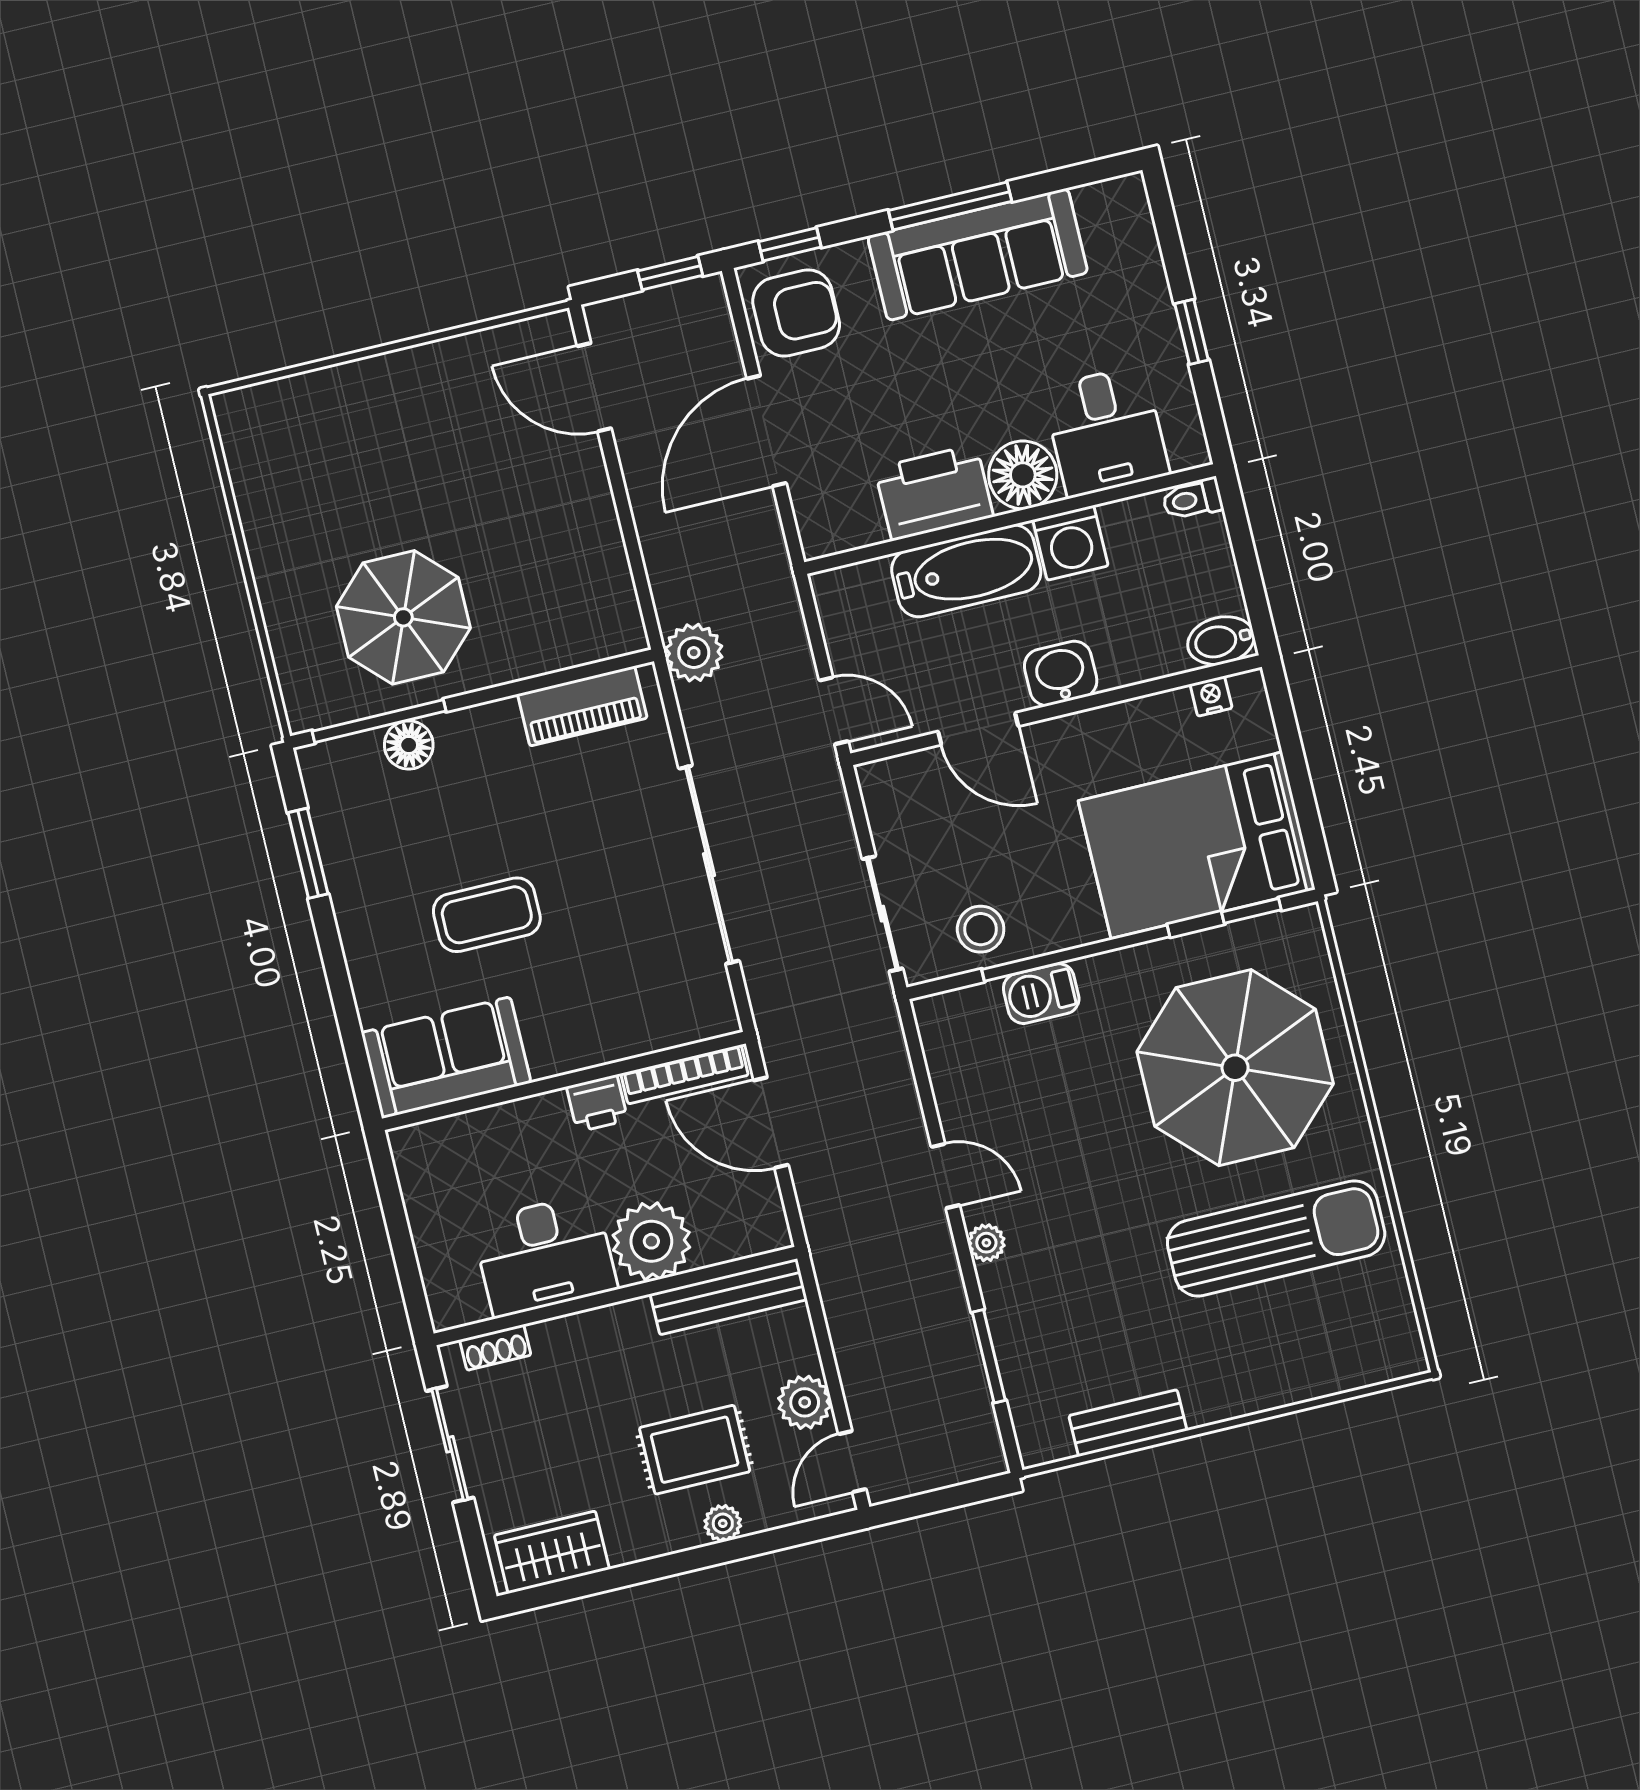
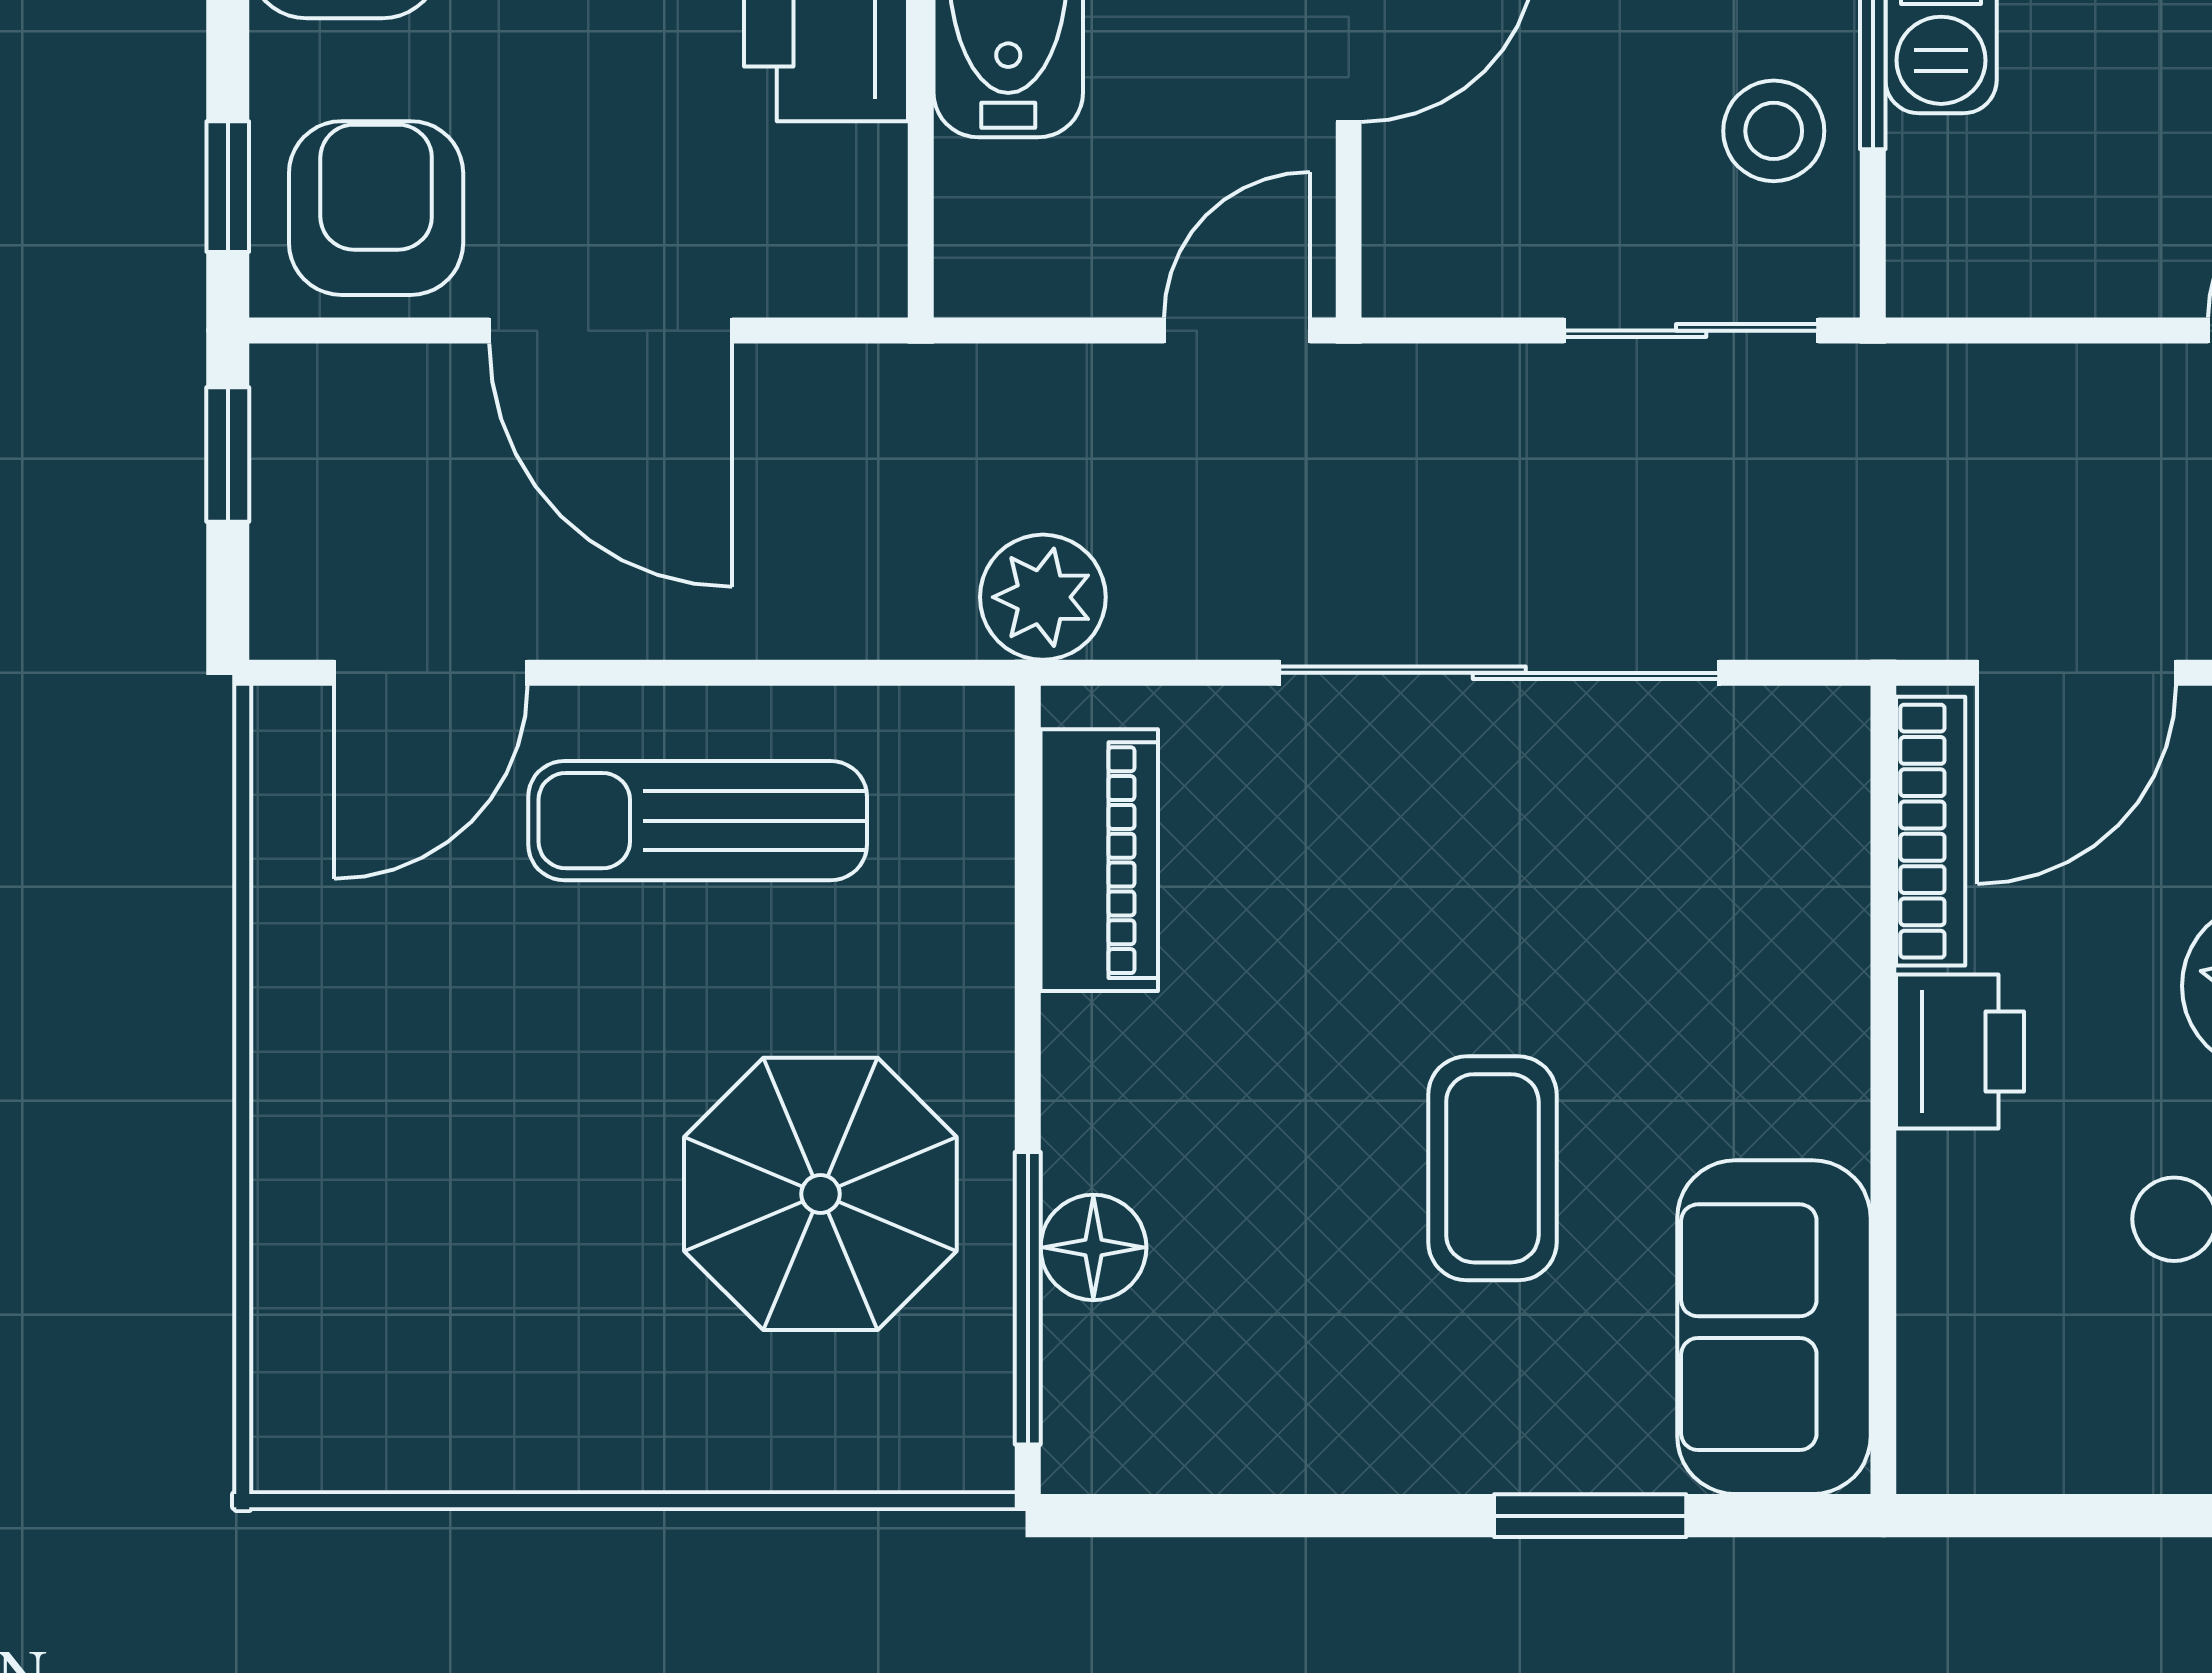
sun lounger: (557, 522) -> (698, 821), added
window: (308, 853) -> (1590, 1516), moved
printer: (597, 1103) -> (1960, 1051), width x1.36, depth x1.24

